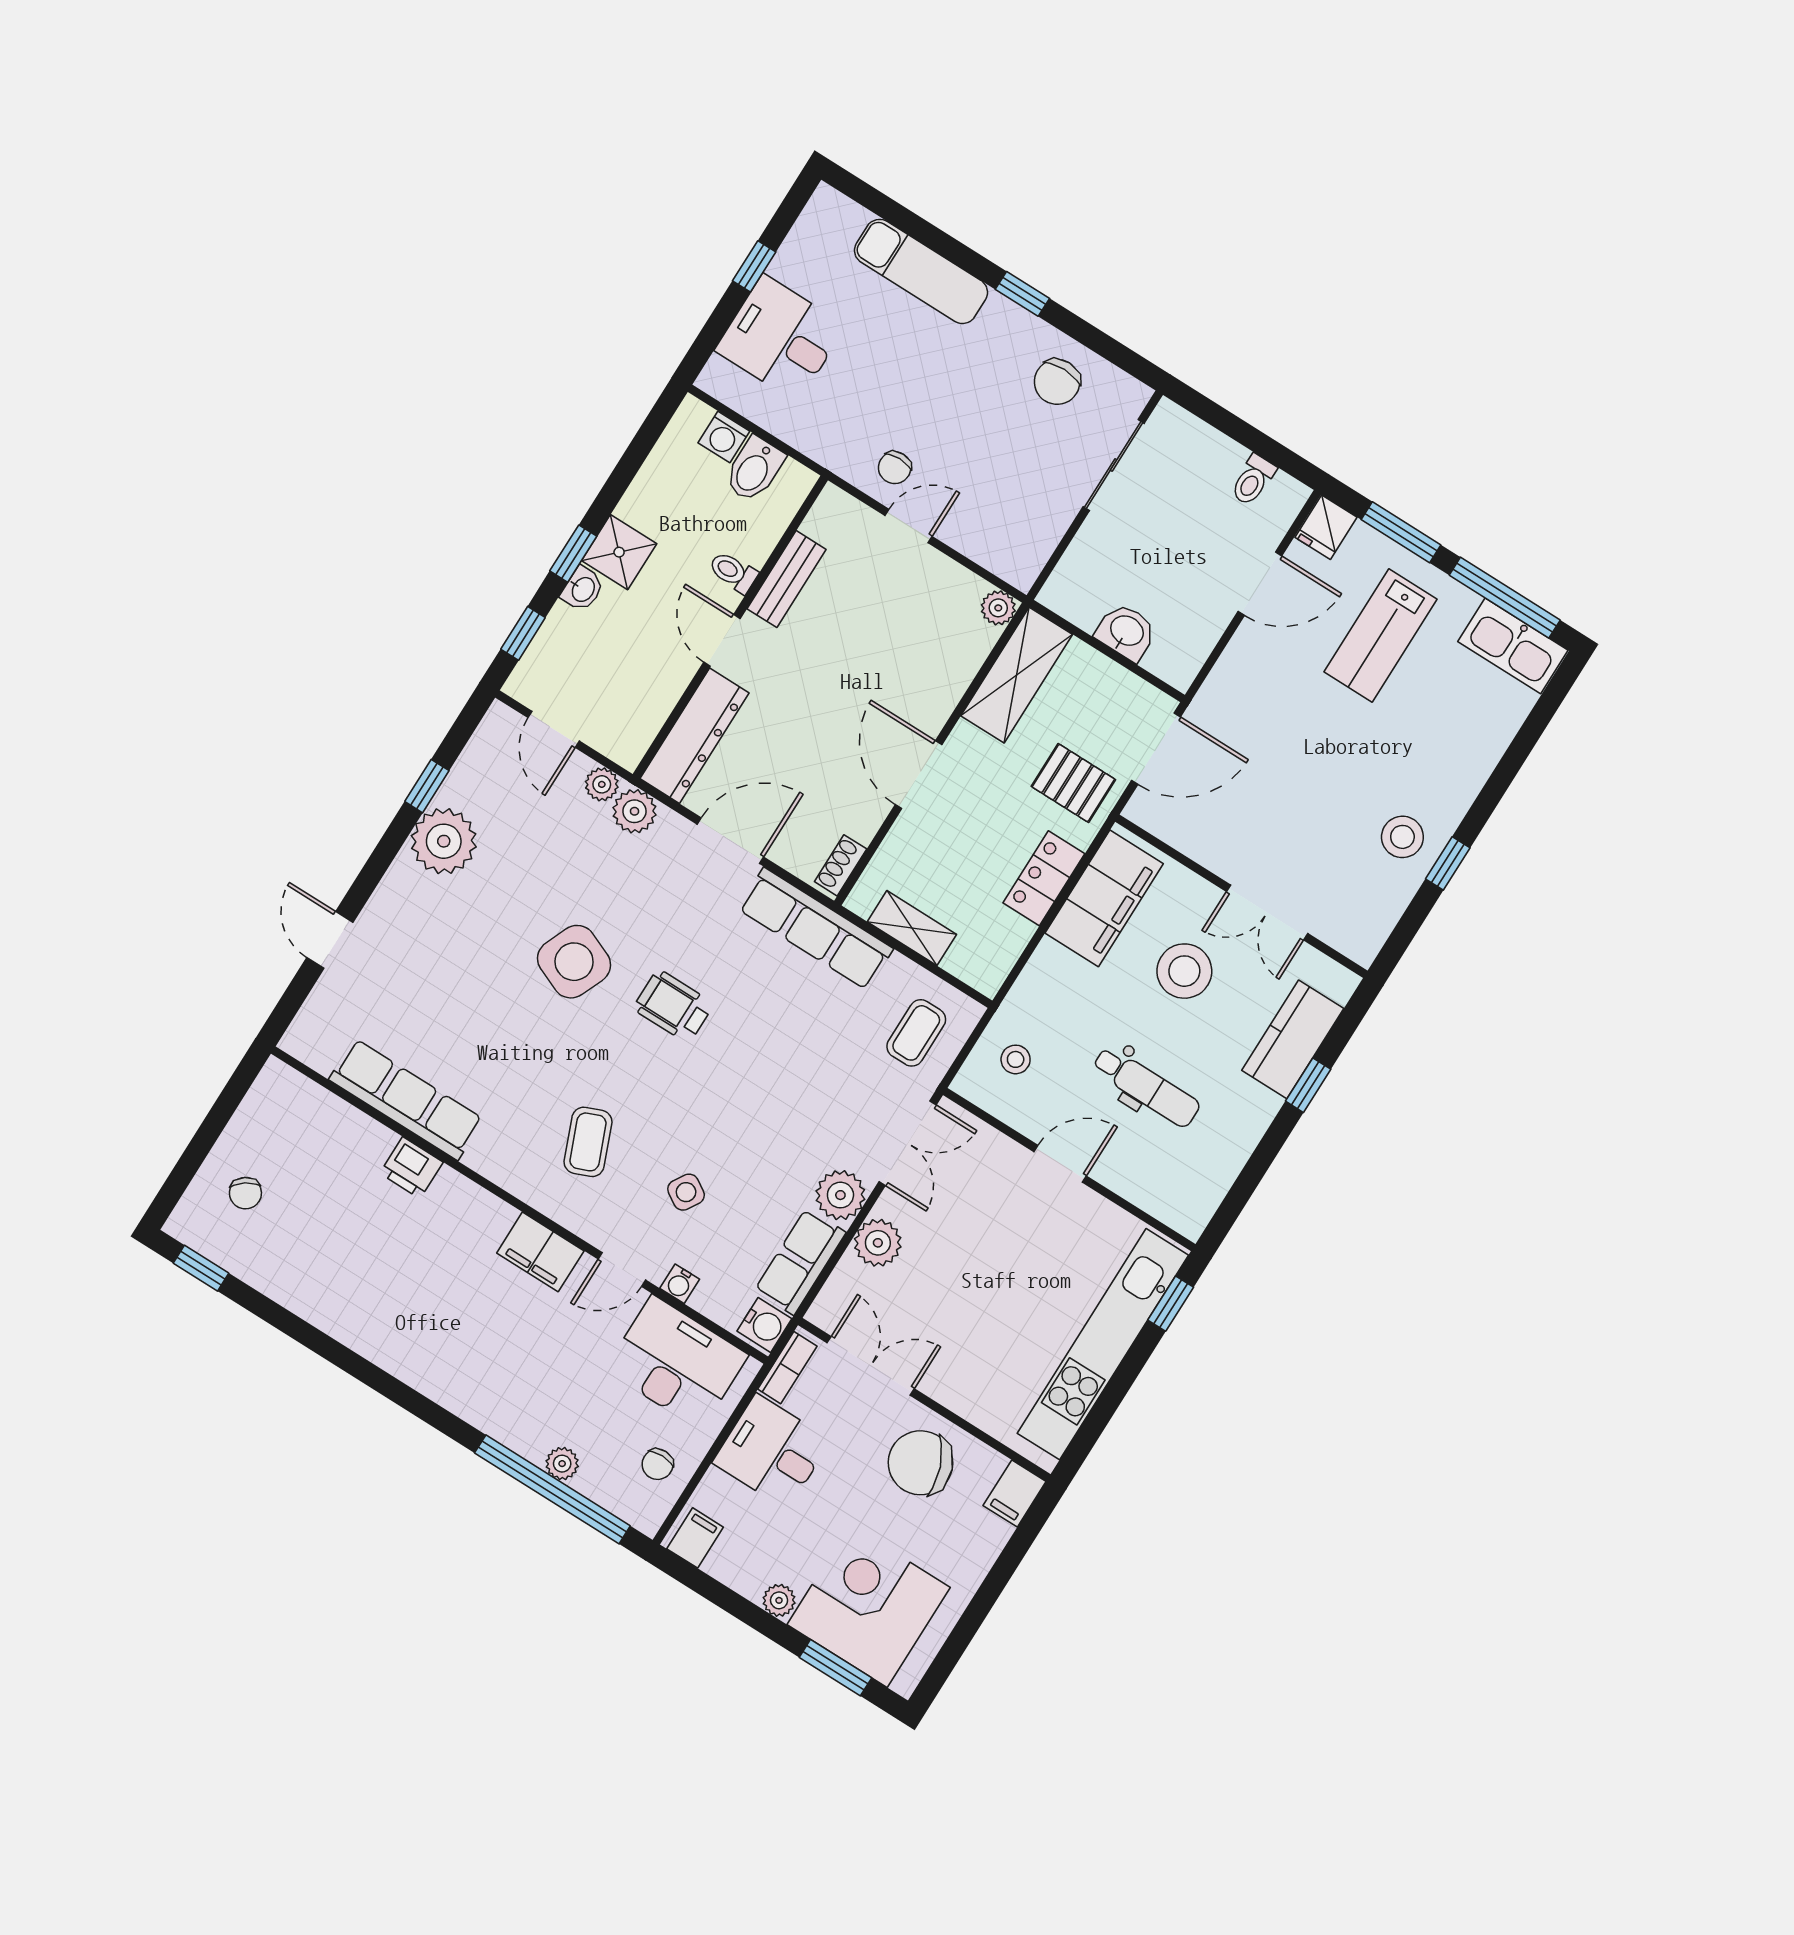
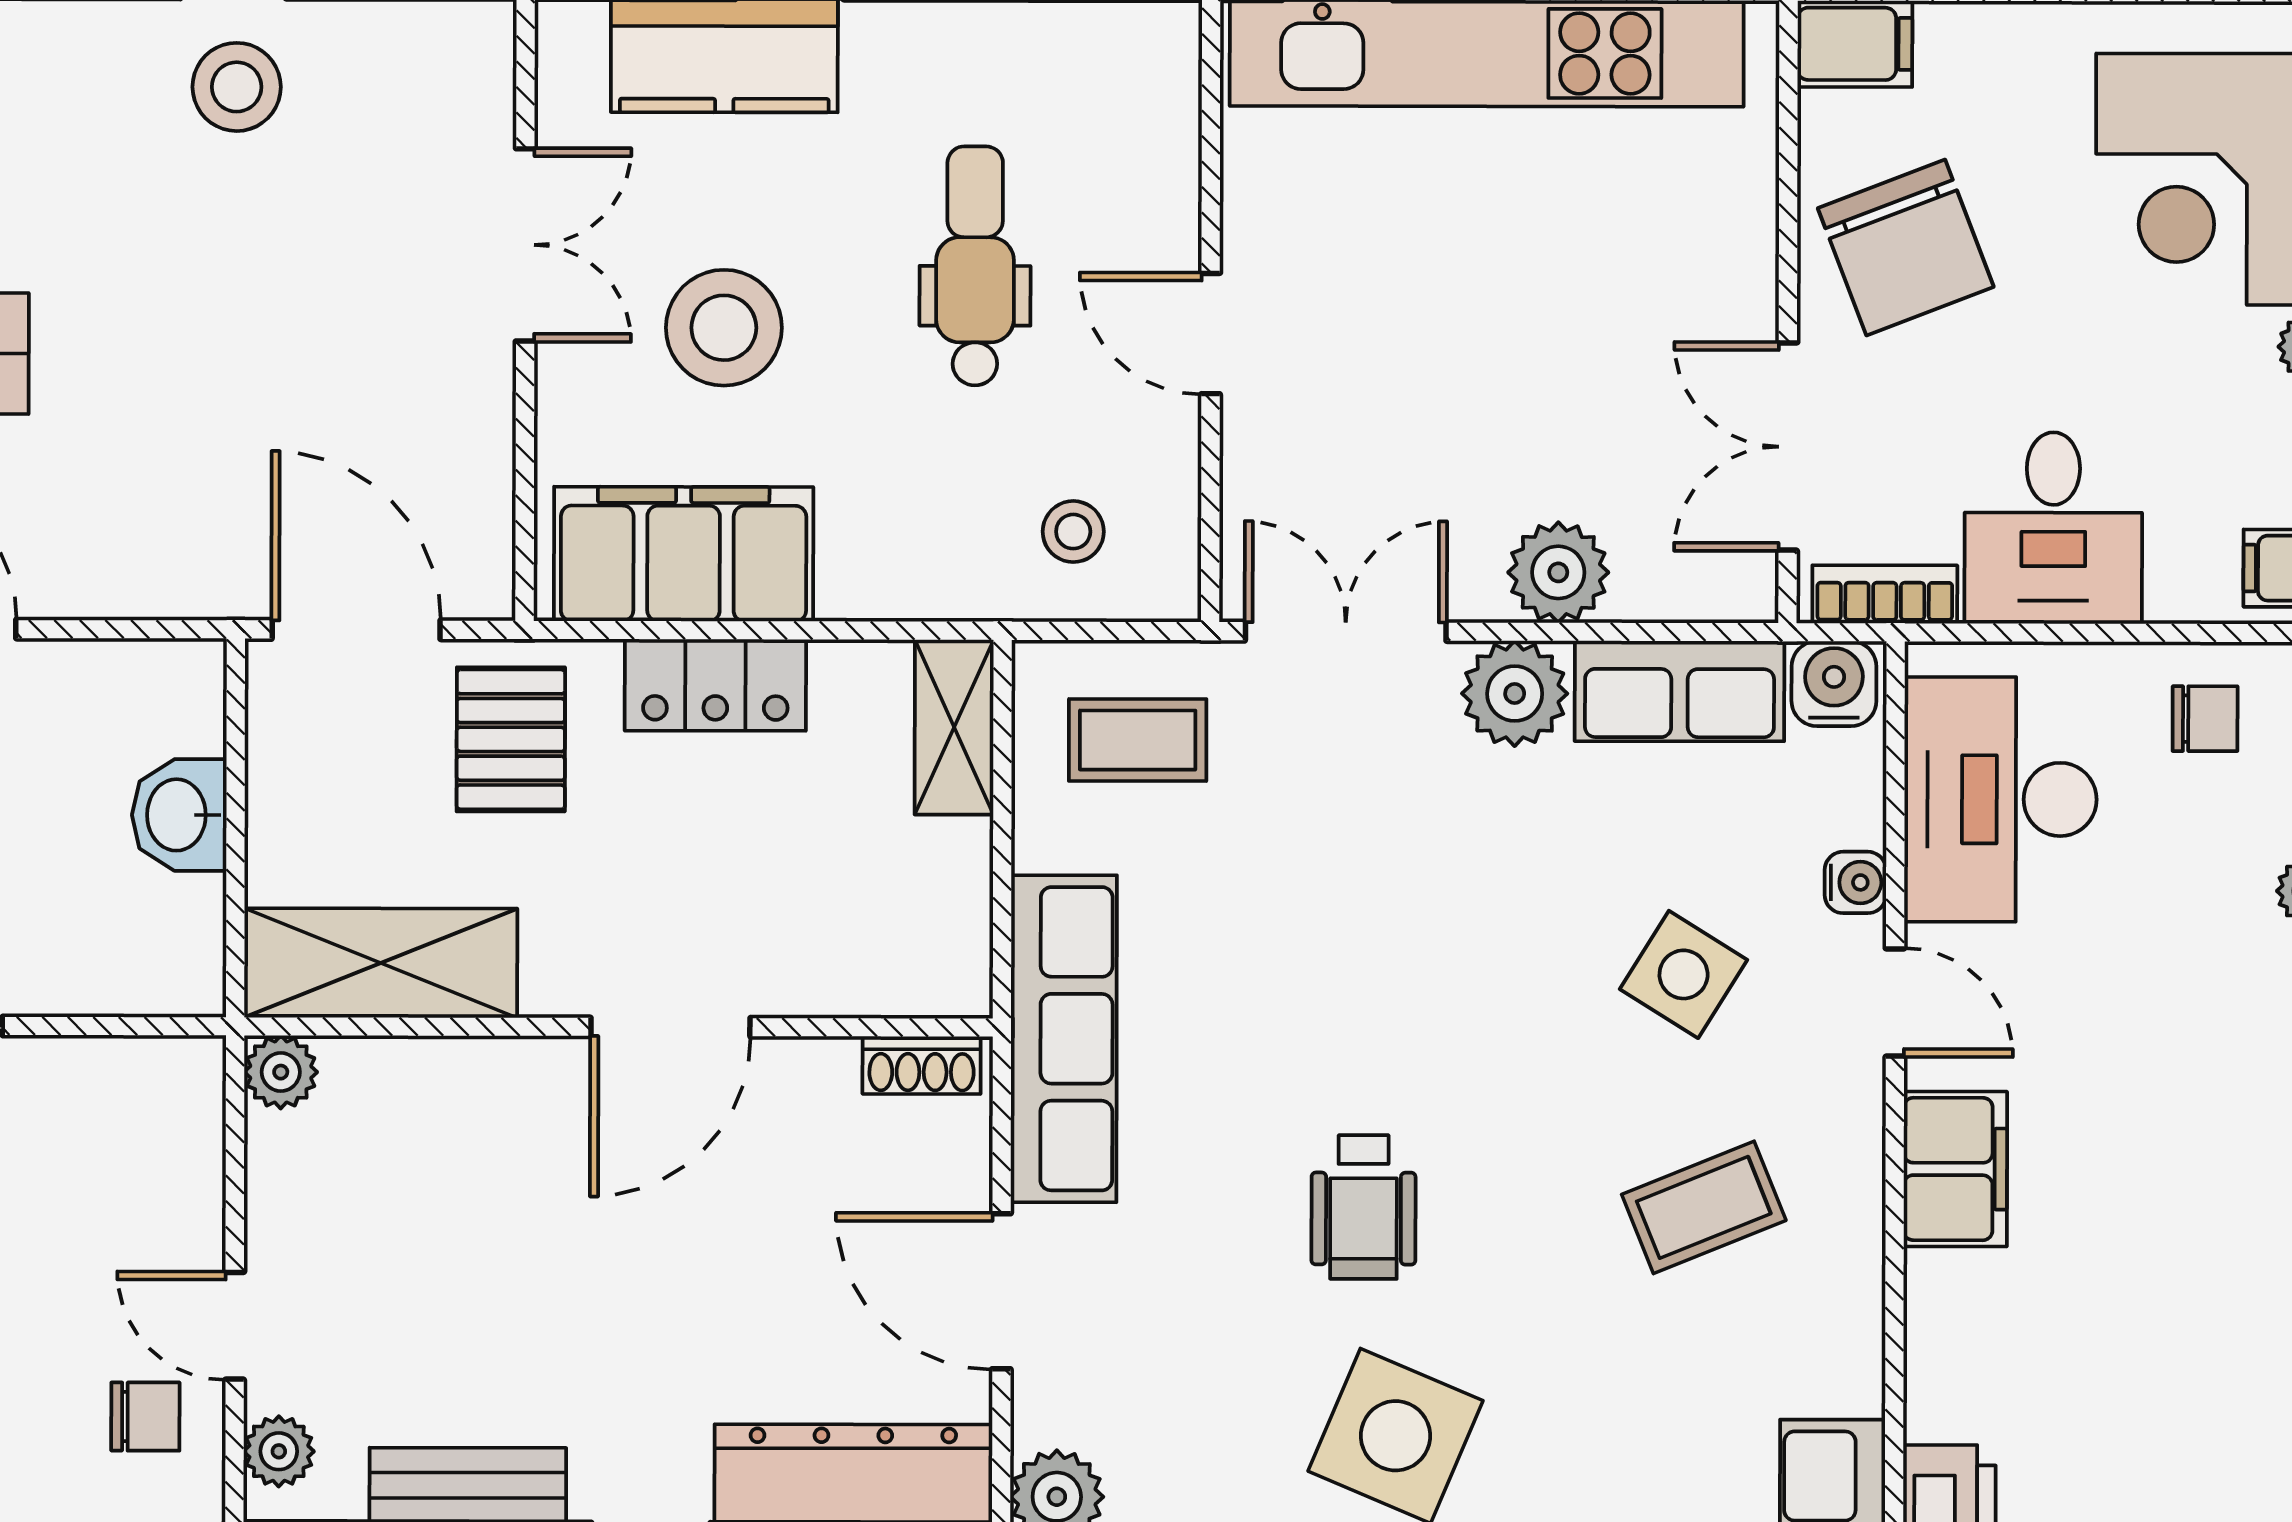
plant: (847, 512) -> (279, 1451), added
shelving: (912, 928) -> (954, 727), moved
side table: (686, 1192) -> (1684, 974), width x1.37, depth x1.37

